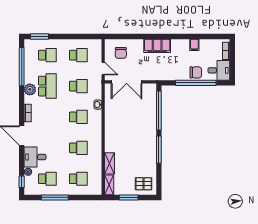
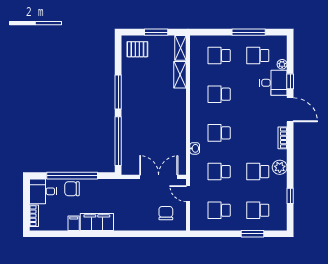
window: (40, 36) -> (252, 234), moved
filing cabinet: (157, 46) -> (97, 222), moved
window: (22, 67) -> (290, 196), width x0.32
school desk: (47, 86) -> (258, 172), width x0.54
window: (22, 182) -> (290, 81), moved

